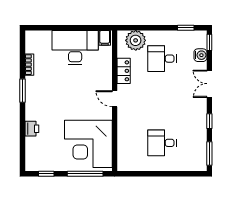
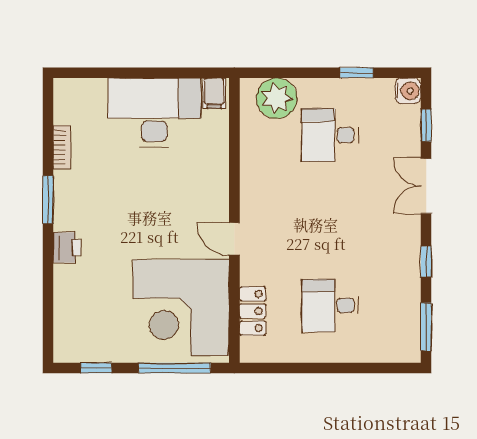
window: (186, 28) -> (357, 73), moved
window: (209, 42) -> (426, 125), moved
water cooler: (200, 55) -> (408, 91), moved
locker: (124, 71) -> (253, 311), moved
door: (115, 99) -> (234, 239), moved
printer: (32, 129) -> (67, 247), moved

